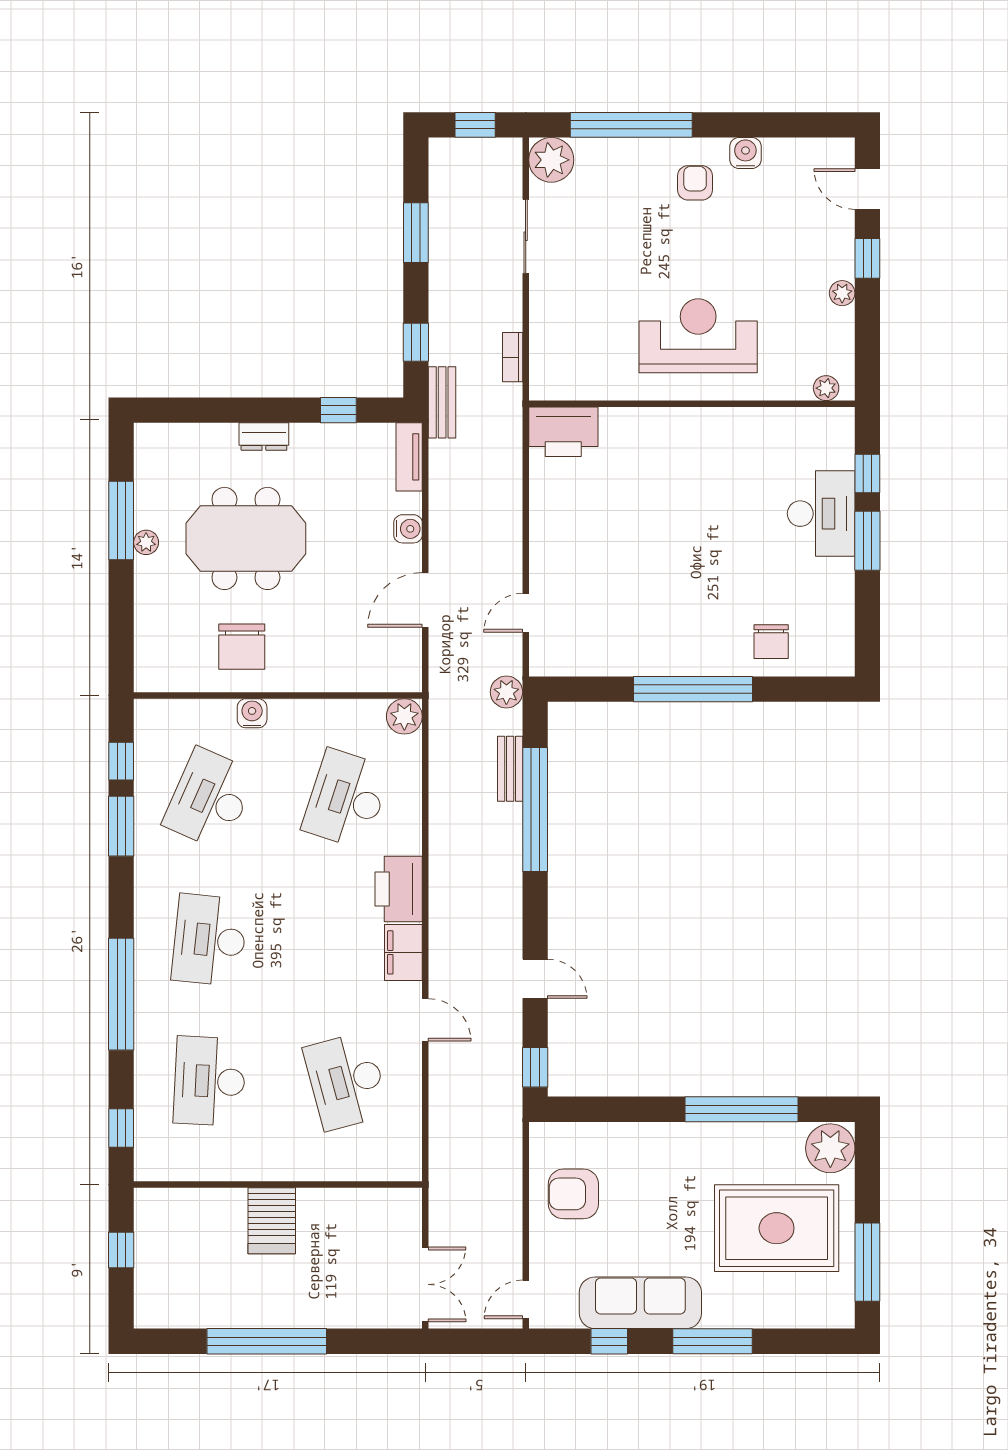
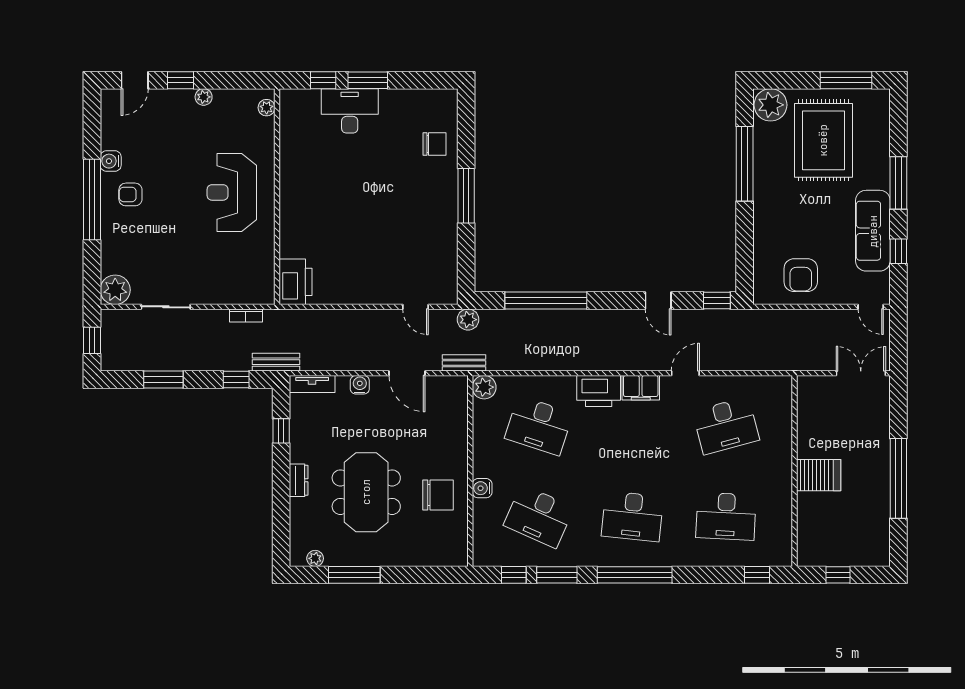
window: (631, 125) -> (92, 199), moved
plant: (146, 542) -> (315, 558), moved
window: (693, 689) -> (466, 196), width x0.68
bench: (510, 769) -> (464, 363), moved
door: (535, 979) -> (658, 301), swing flipped
window: (121, 994) -> (635, 575), moved

